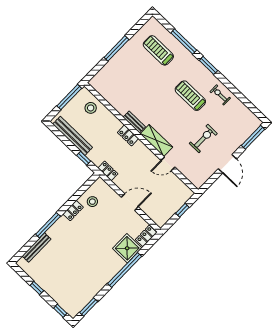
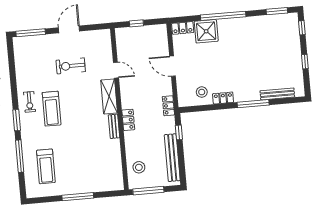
exercise bike: (220, 95) -> (30, 102), moved

